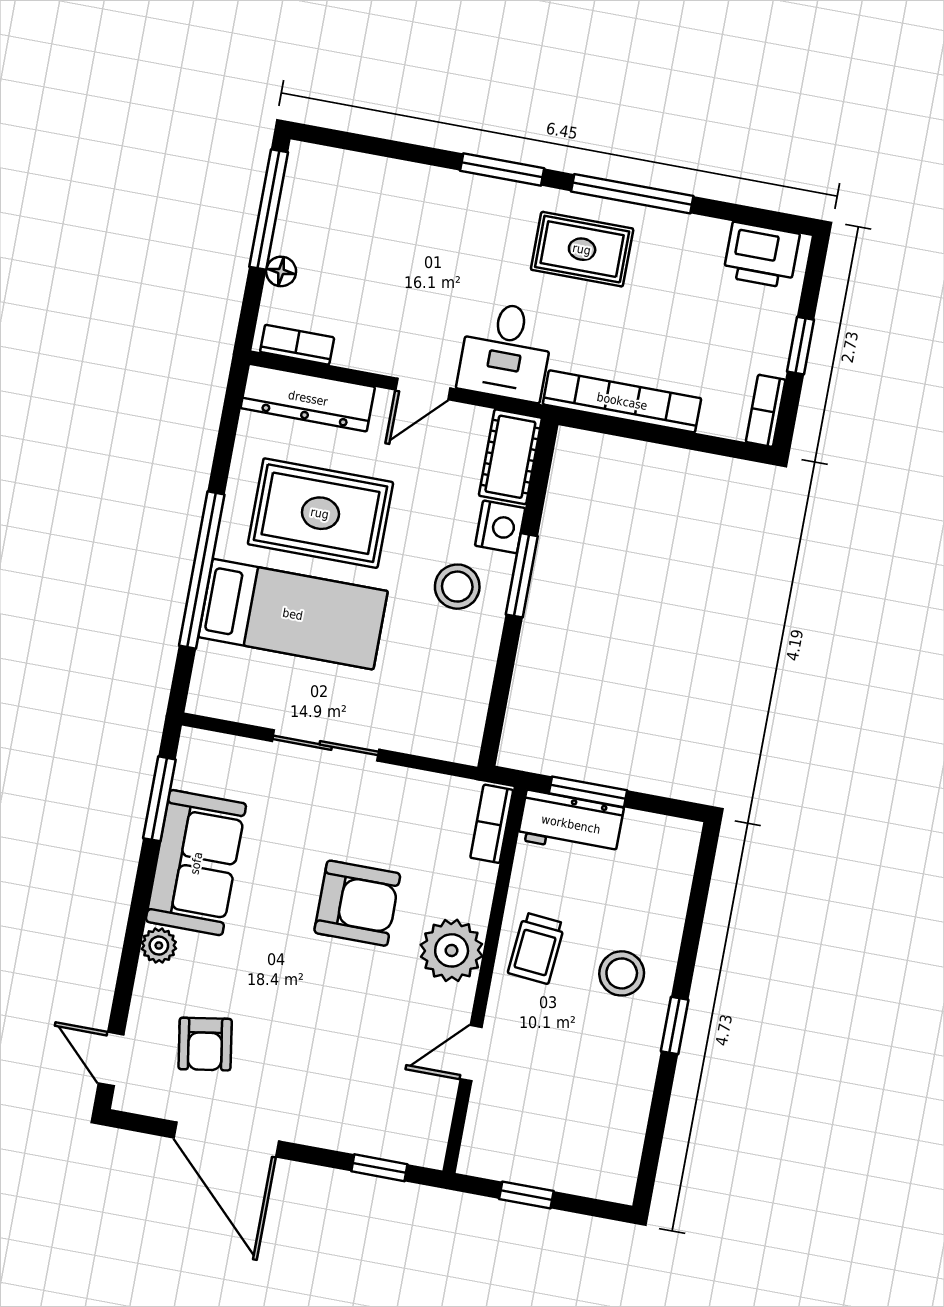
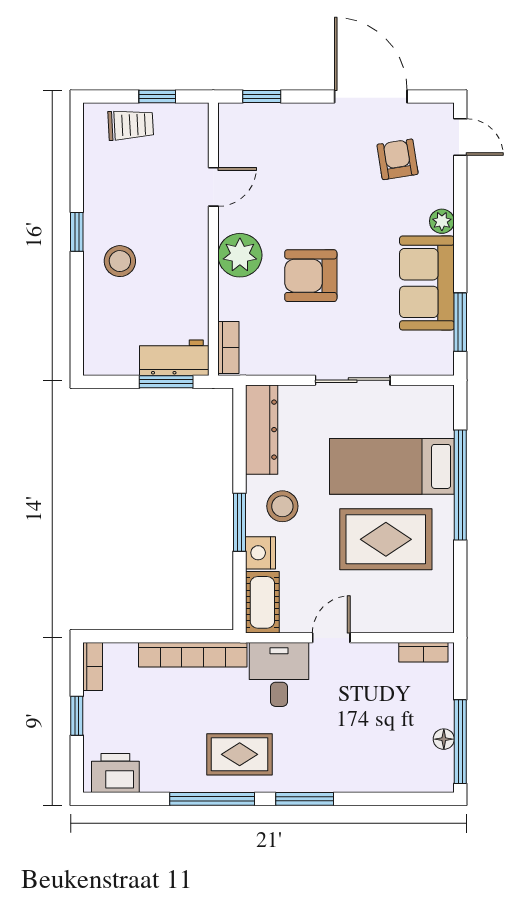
floor lamp: (281, 271) -> (444, 739), moved
dresser: (308, 398) -> (262, 430), moved, turned 90
trolley: (536, 948) -> (131, 125), moved, turned 82

